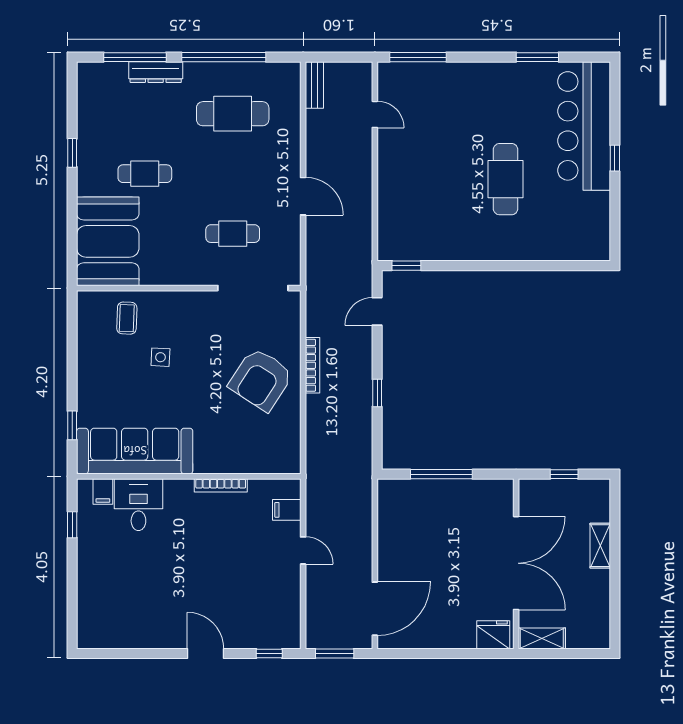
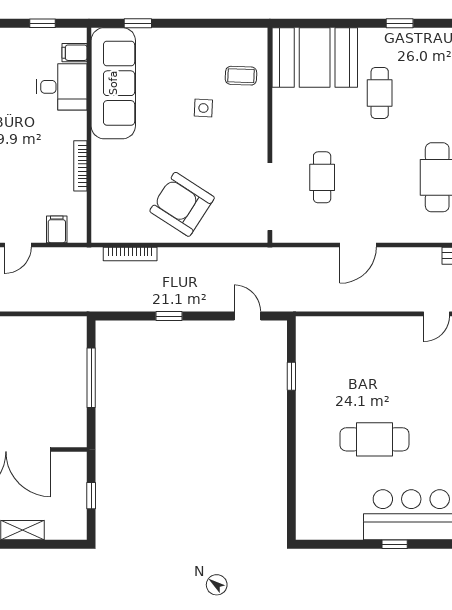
window: (406, 266) -> (291, 376), moved
bookcase: (312, 365) -> (130, 254), moved

